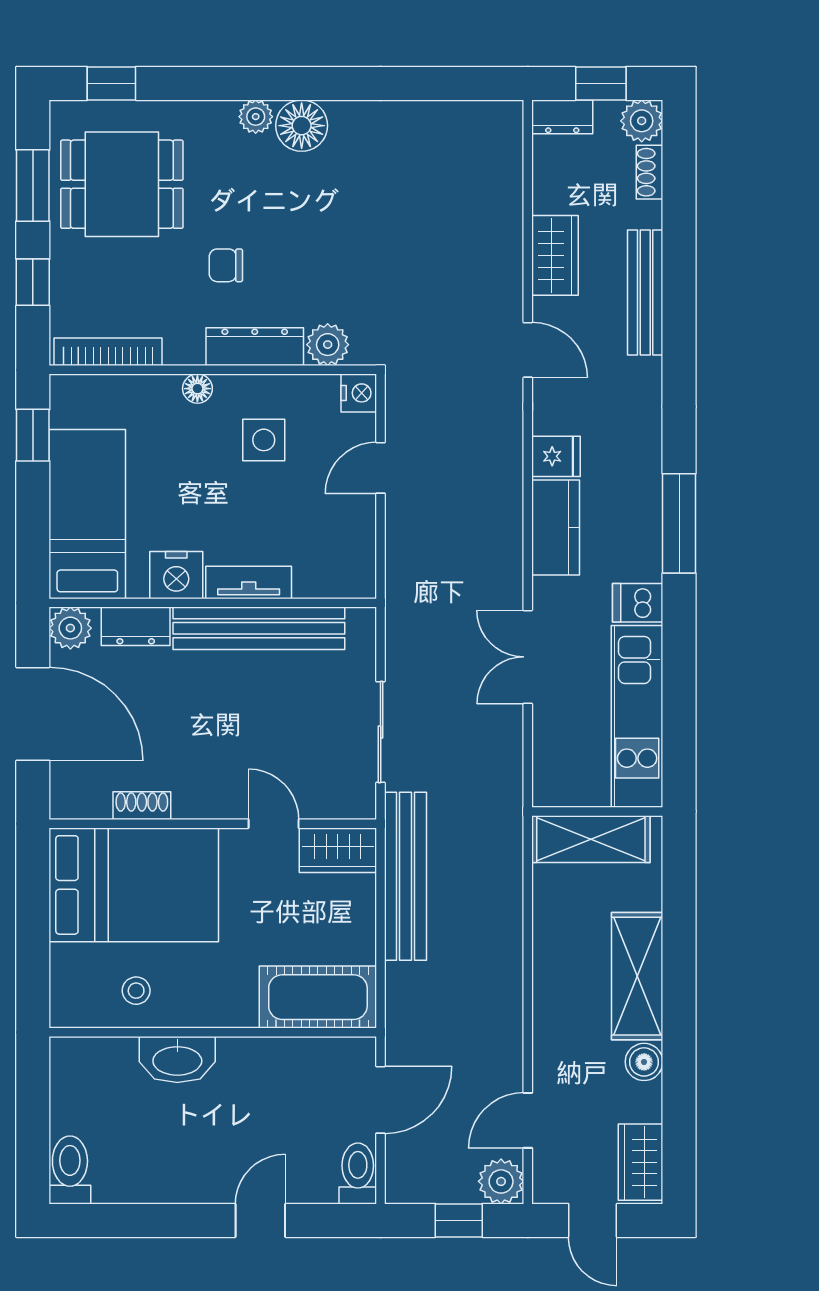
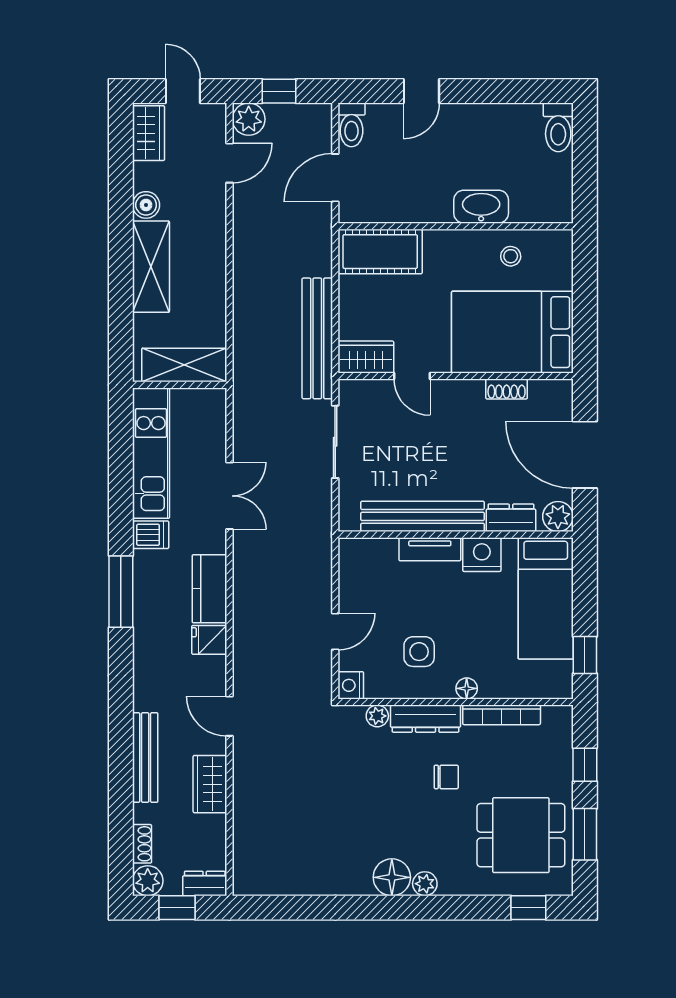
plant: (328, 345) -> (377, 716), width x0.73, depth x0.73
bookcase: (108, 352) -> (502, 715), moved

